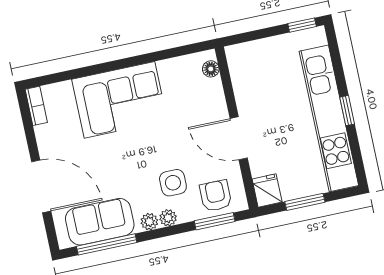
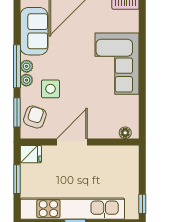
armchair: (216, 196) -> (35, 117), turned -71
window: (107, 244) -> (17, 66), moved

